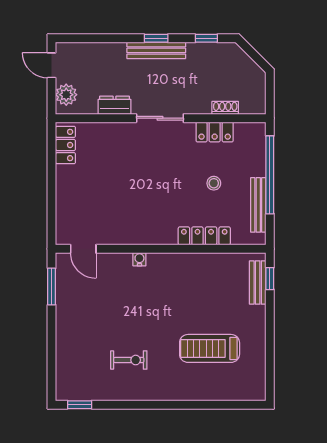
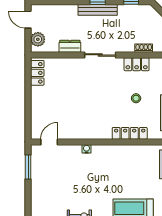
door: (83, 249) -> (49, 142), swing flipped

